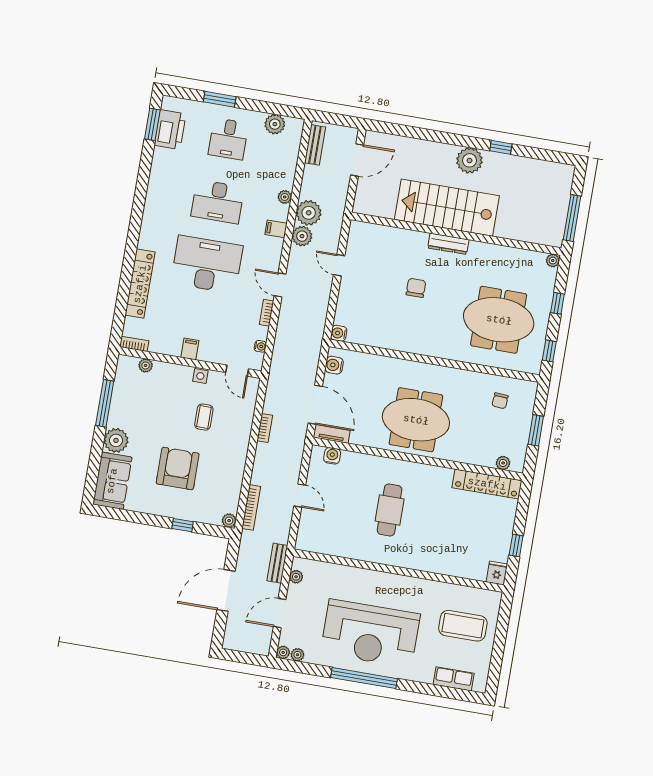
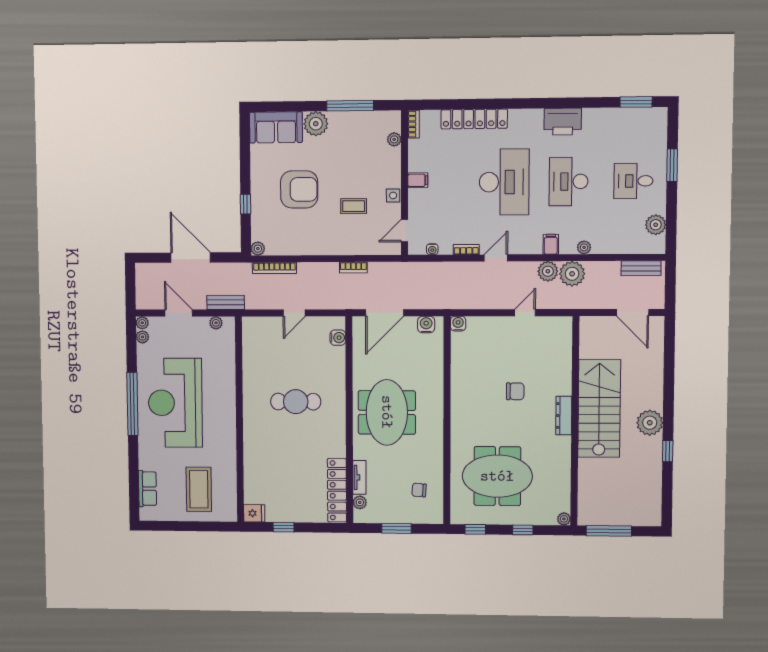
printer: (170, 130) -> (563, 122), moved
meeting table: (499, 320) -> (497, 476), turned 90
tv unit: (332, 434) -> (359, 477), moved

